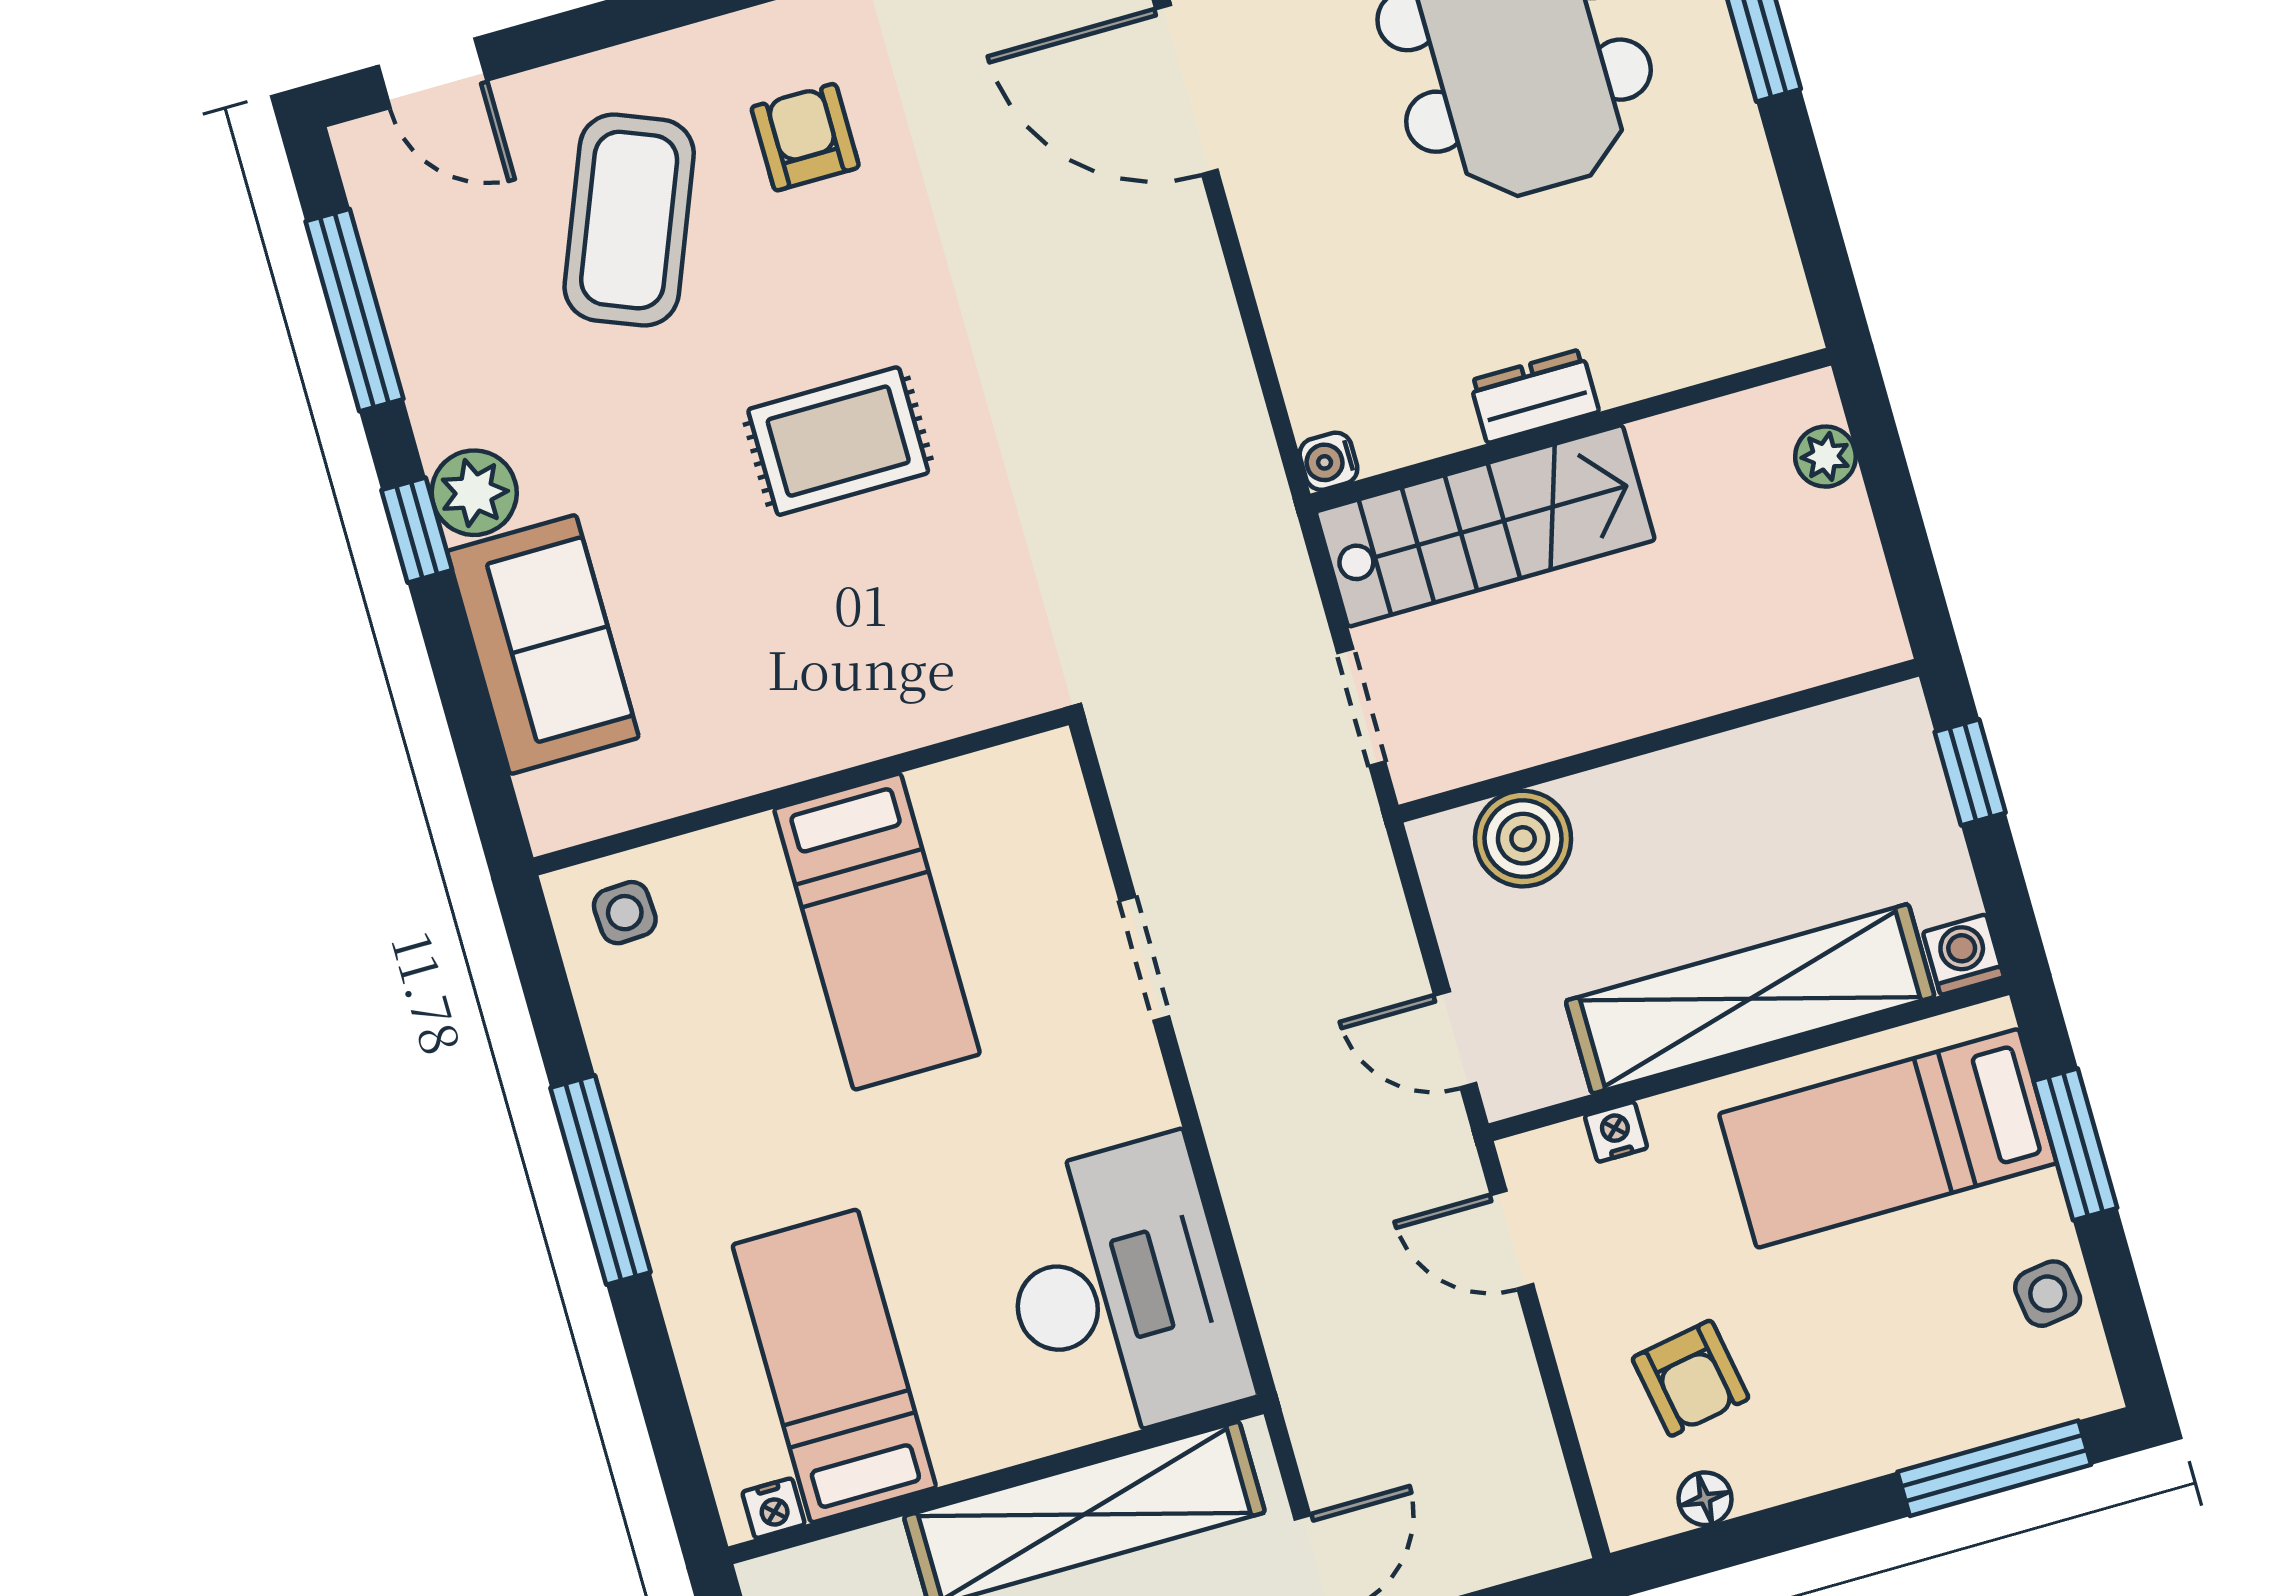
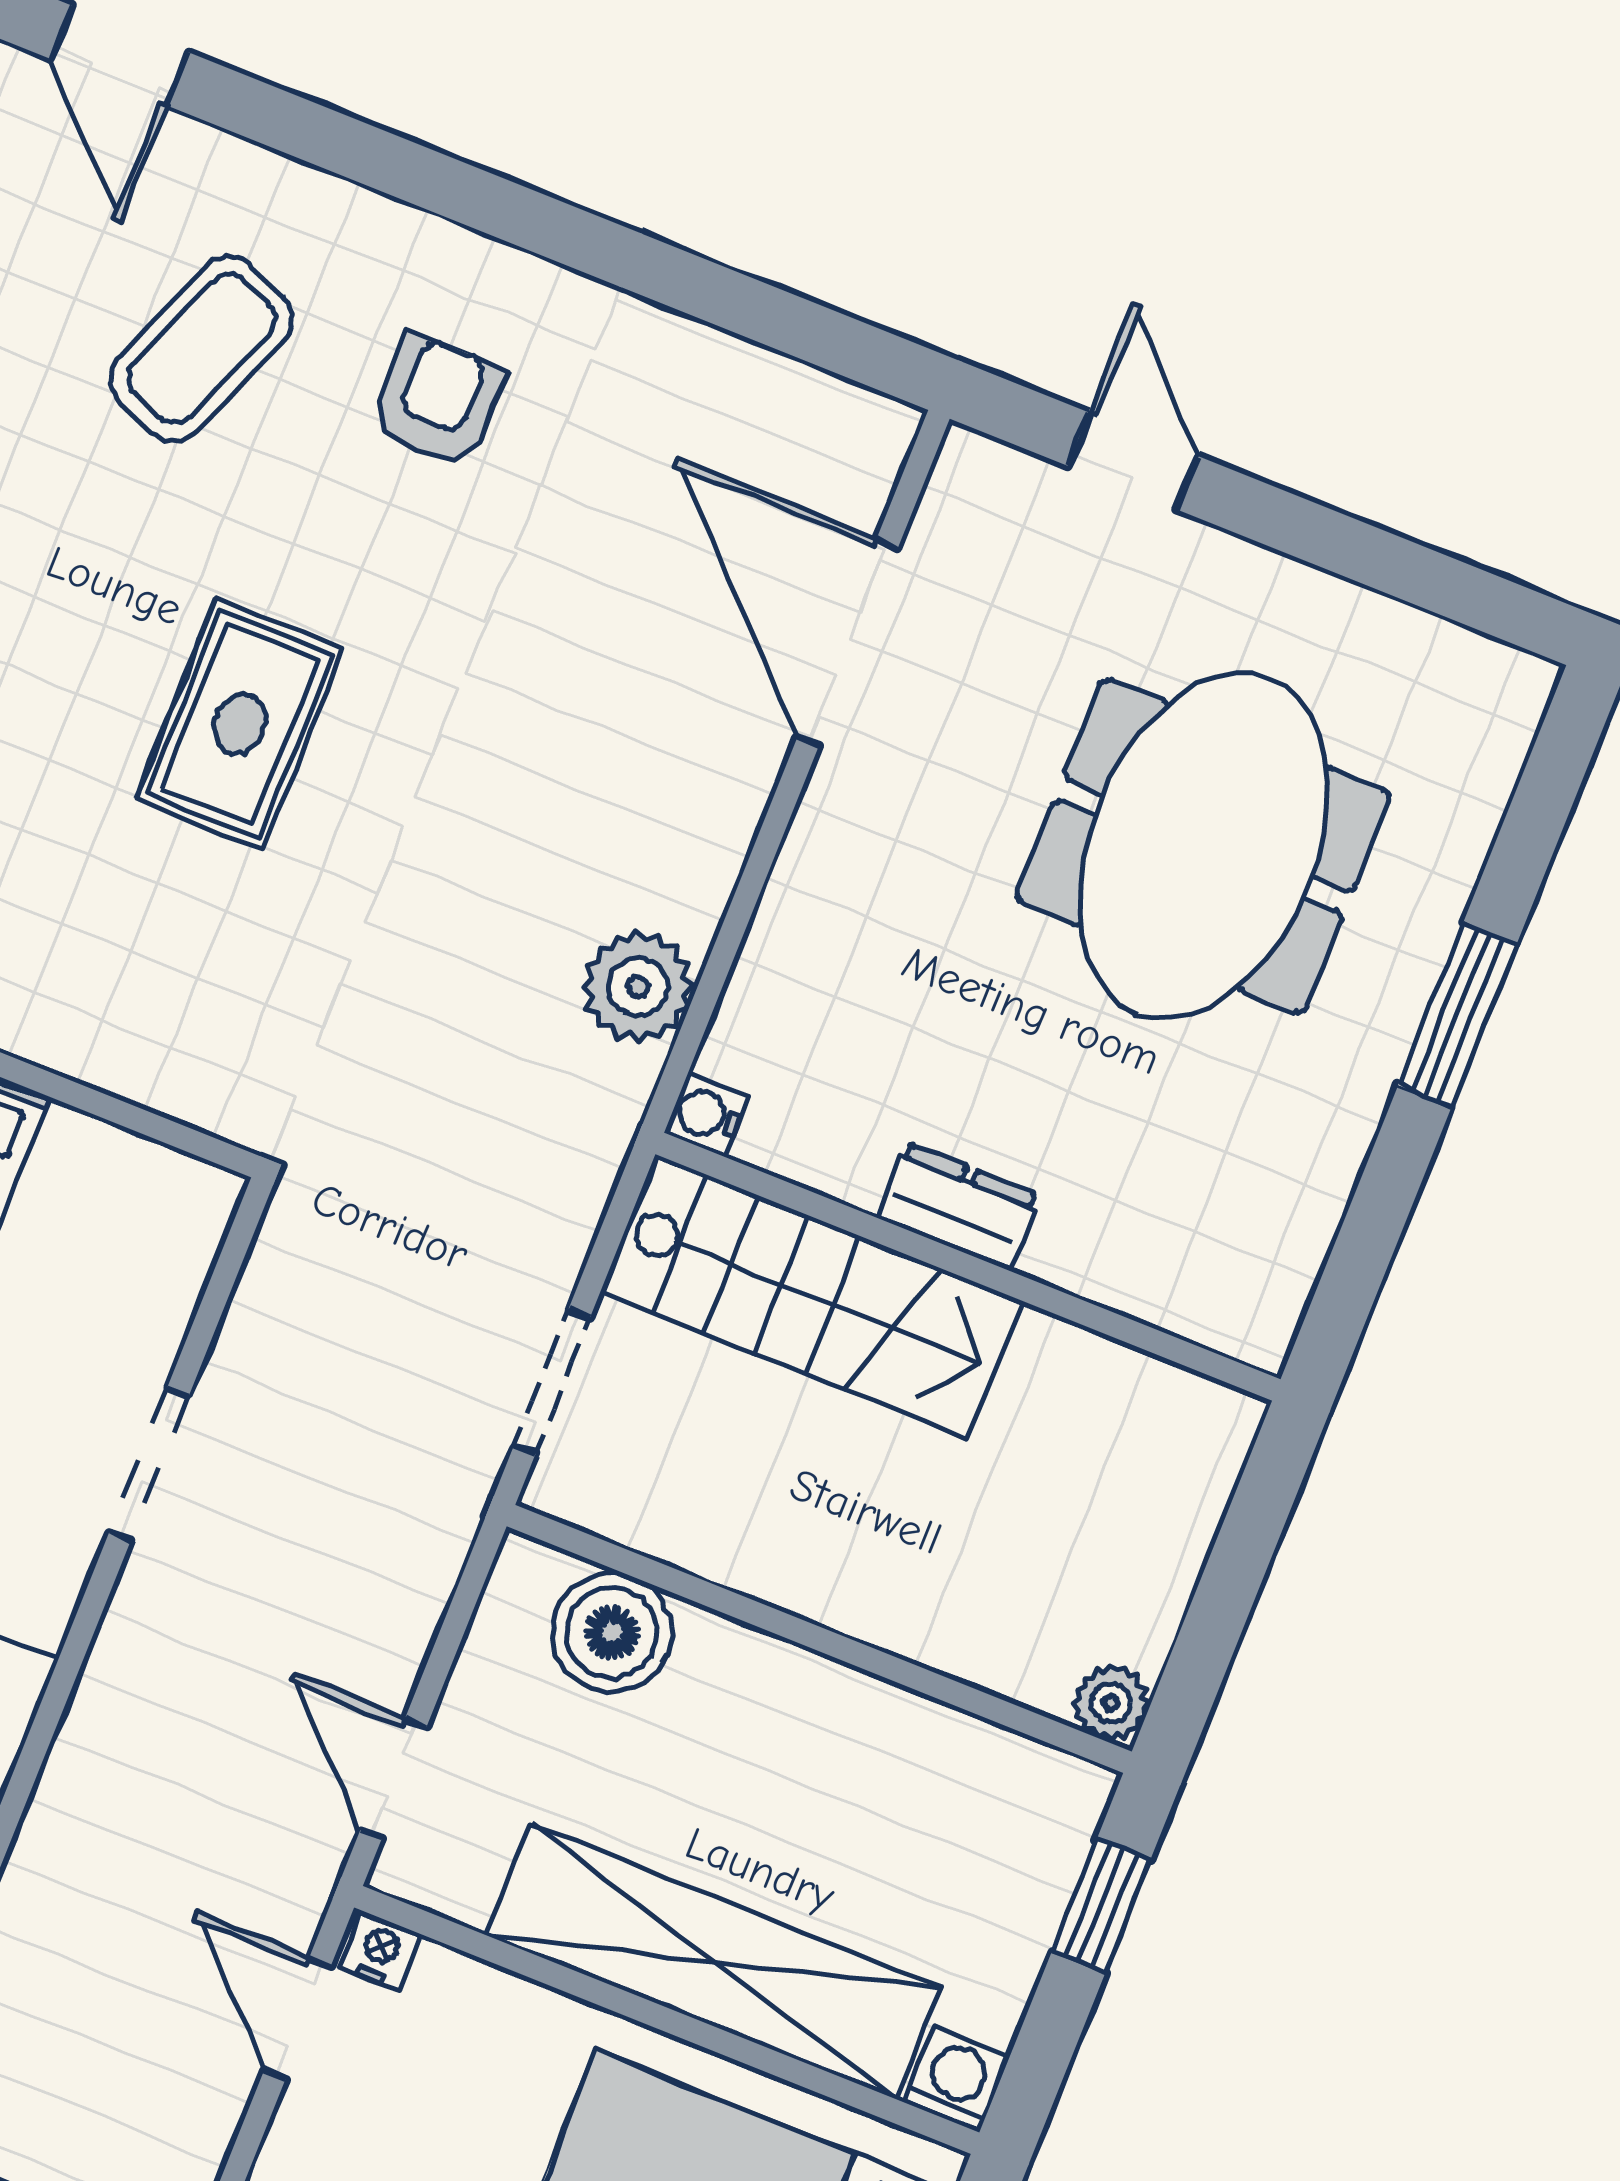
coffee table: (629, 220) -> (202, 349), width x0.73, depth x0.76
plant: (1222, 413) -> (638, 987), added
rug: (838, 441) -> (240, 724), turned 90
plant: (1825, 457) -> (1111, 1703), moved
nightstand: (1616, 1132) -> (380, 1950), moved

